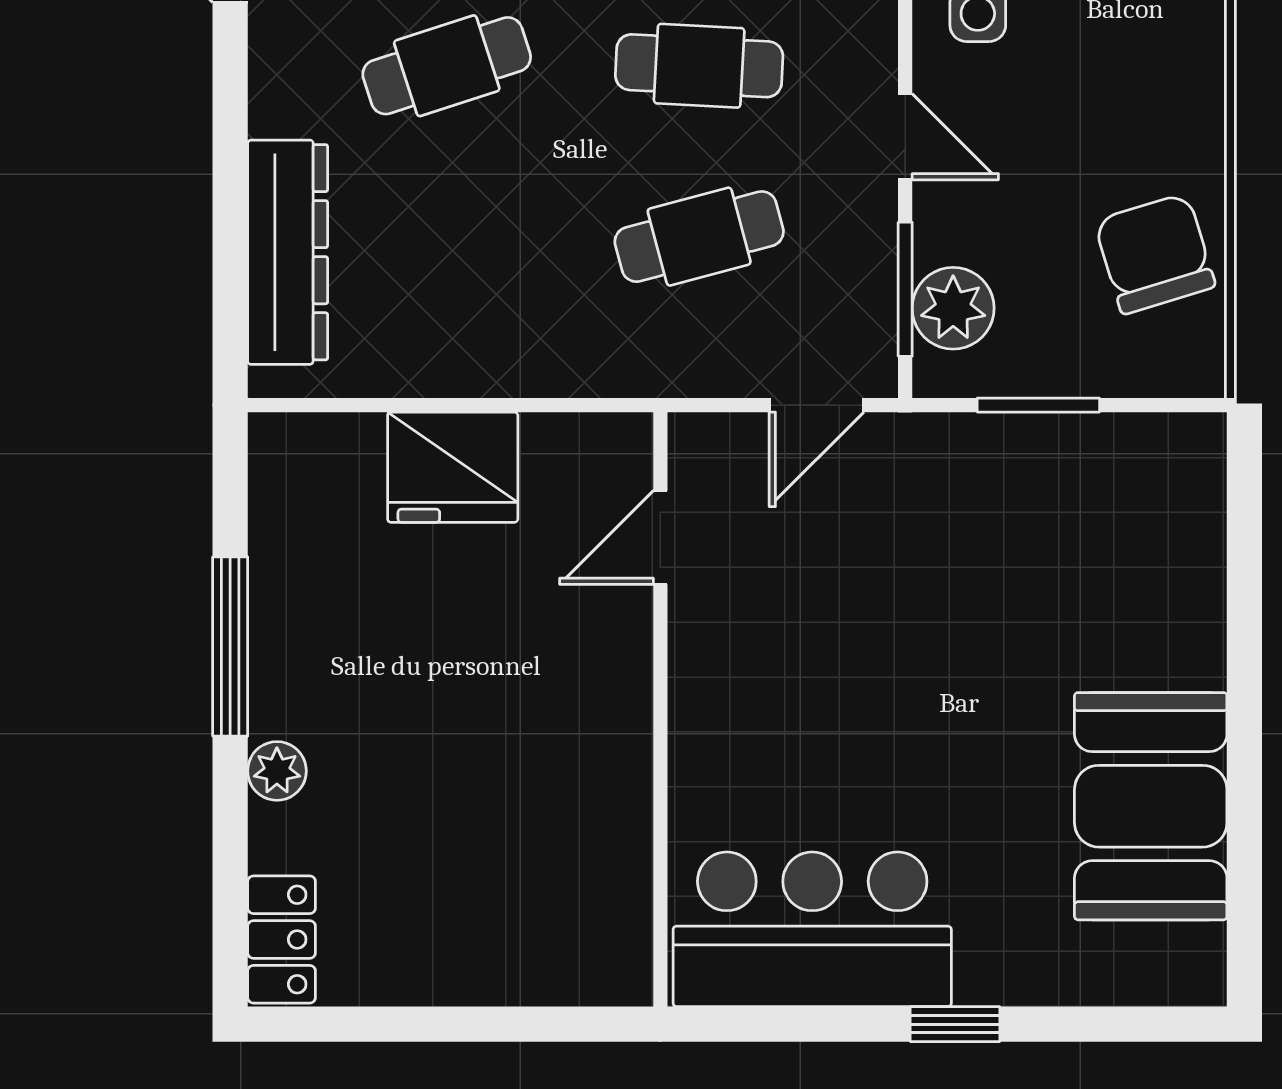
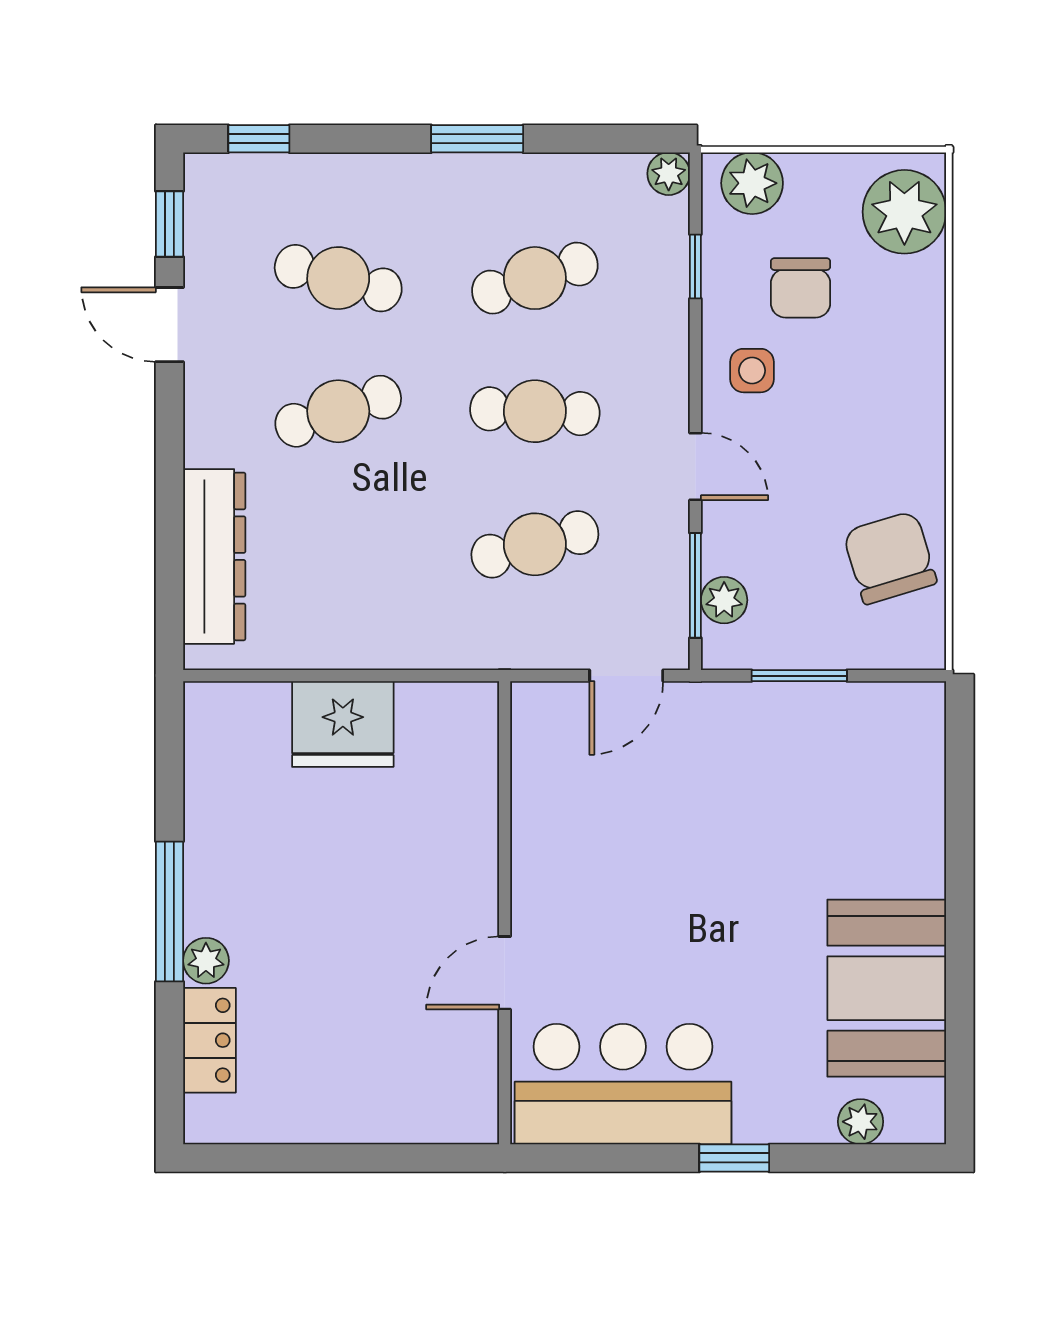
plant: (953, 308) -> (724, 600), width x0.73, depth x0.73
door: (660, 538) -> (505, 973), moved
window: (230, 646) -> (169, 912), moved
locker: (282, 939) -> (210, 1040), moved
plant: (1117, 978) -> (861, 1122), added

